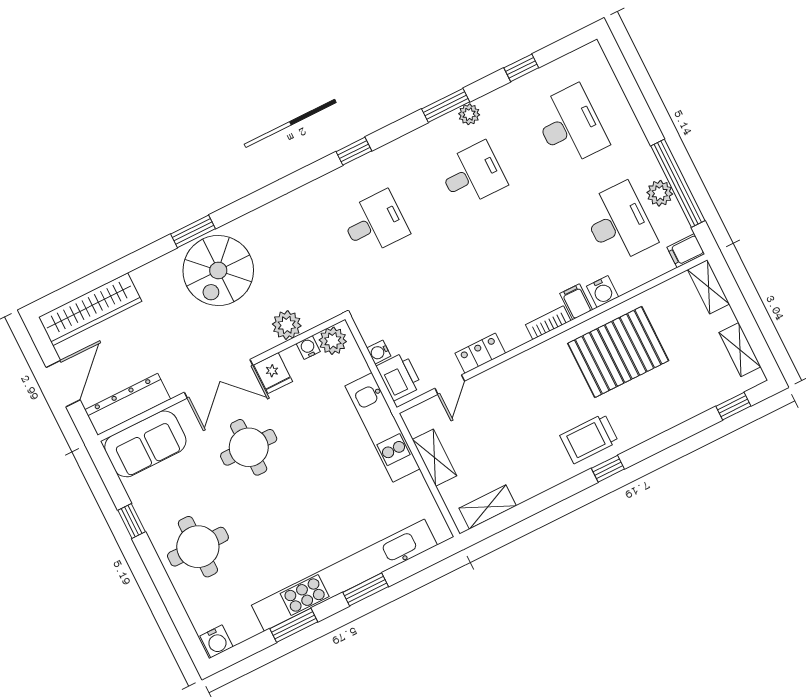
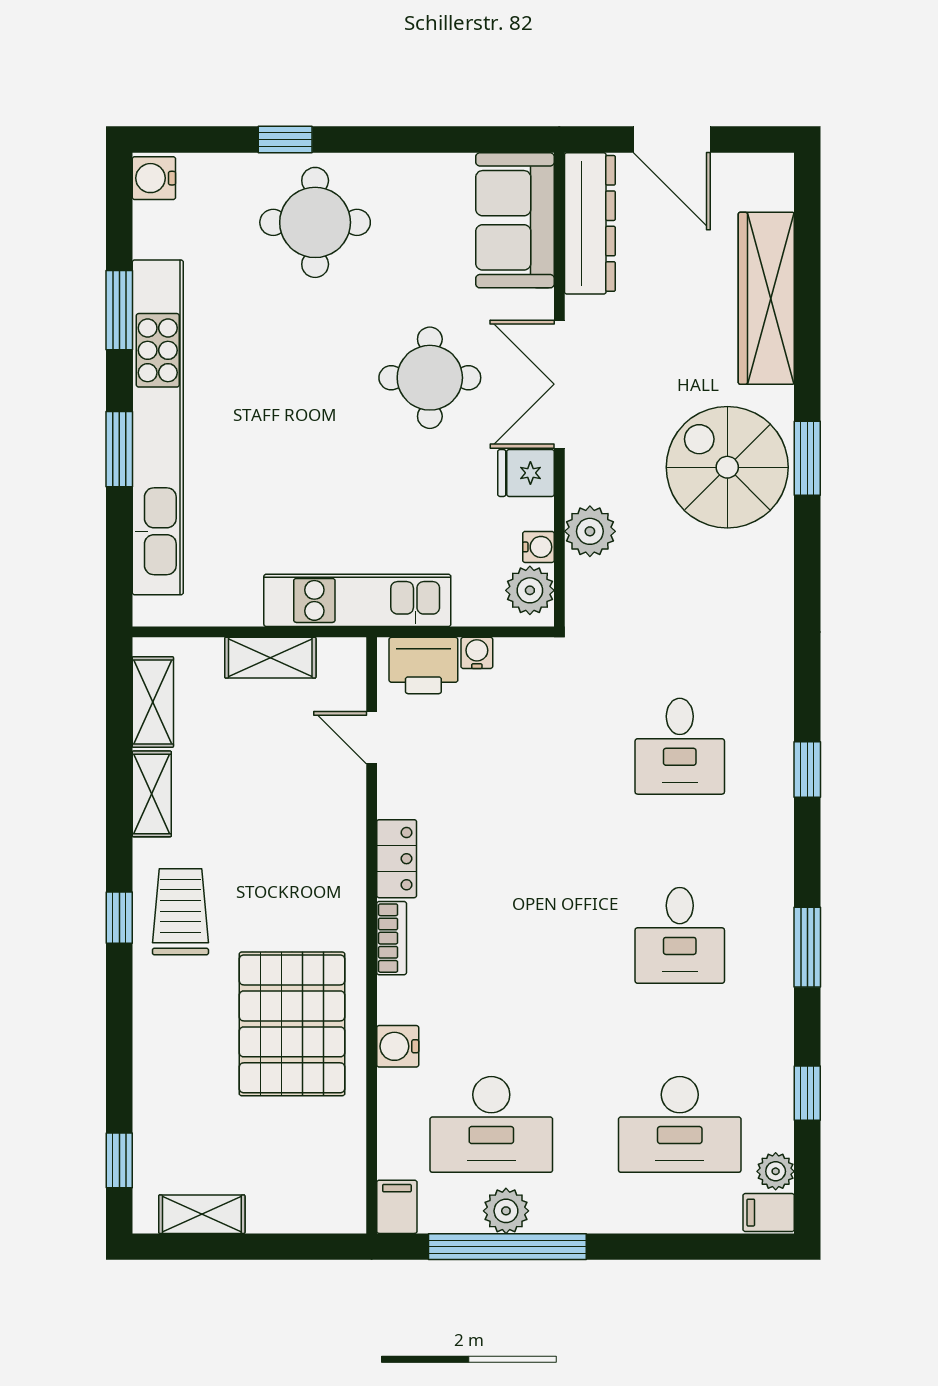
plant: (469, 114) -> (776, 1171), moved
shelving: (709, 287) -> (152, 794), moved, turned 90
filing cabinet: (576, 302) -> (769, 1213), moved, turned 180
wardrobe: (90, 309) -> (766, 298), moved
locker: (480, 353) -> (397, 859), moved
window: (132, 521) -> (285, 140), moved

